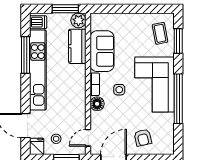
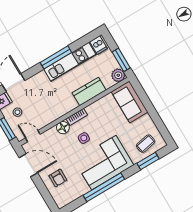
kitchen counter: (77, 46) -> (89, 91), moved
sofa: (102, 51) -> (130, 102), moved, turned 90
window: (25, 55) -> (56, 57), moved
kitchen unit: (38, 70) -> (70, 62), width x0.73
armchair: (143, 138) -> (58, 178), turned -77

